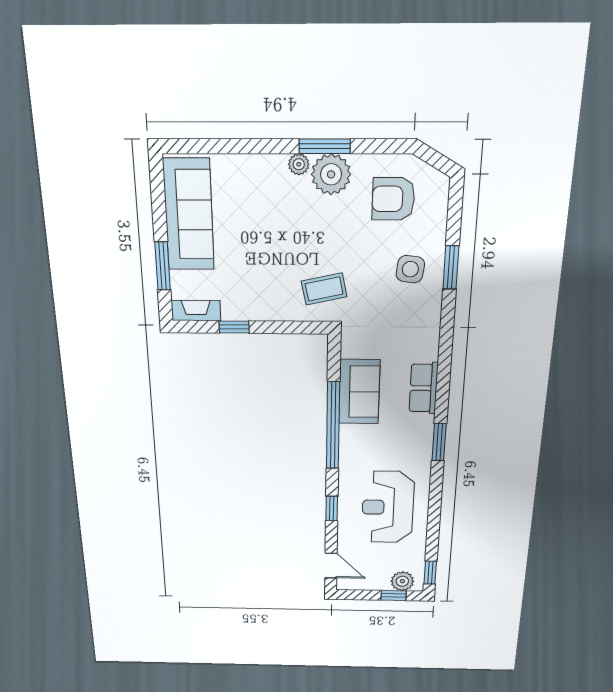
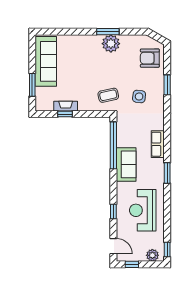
plant: (299, 164) -> (96, 39), removed
armchair: (393, 199) -> (150, 58), moved
side table: (410, 269) -> (139, 97), moved
fireplace: (196, 310) -> (66, 106), moved
sofa: (359, 392) -> (126, 164), moved
window: (333, 426) -> (113, 145), moved
window: (394, 596) -> (132, 264), moved

